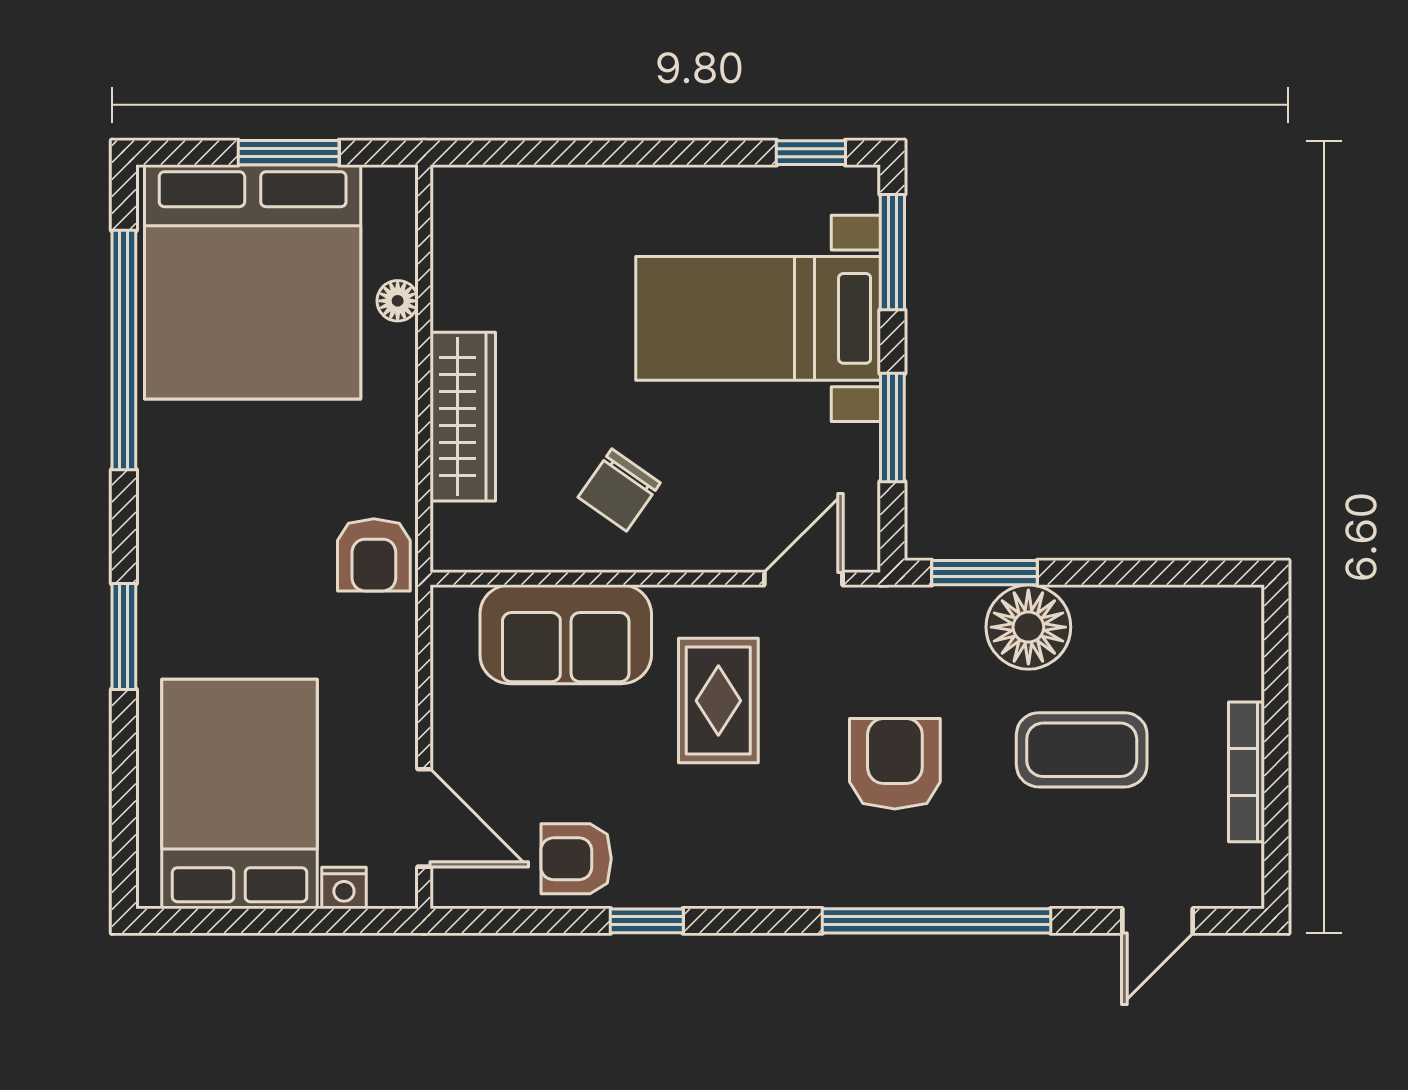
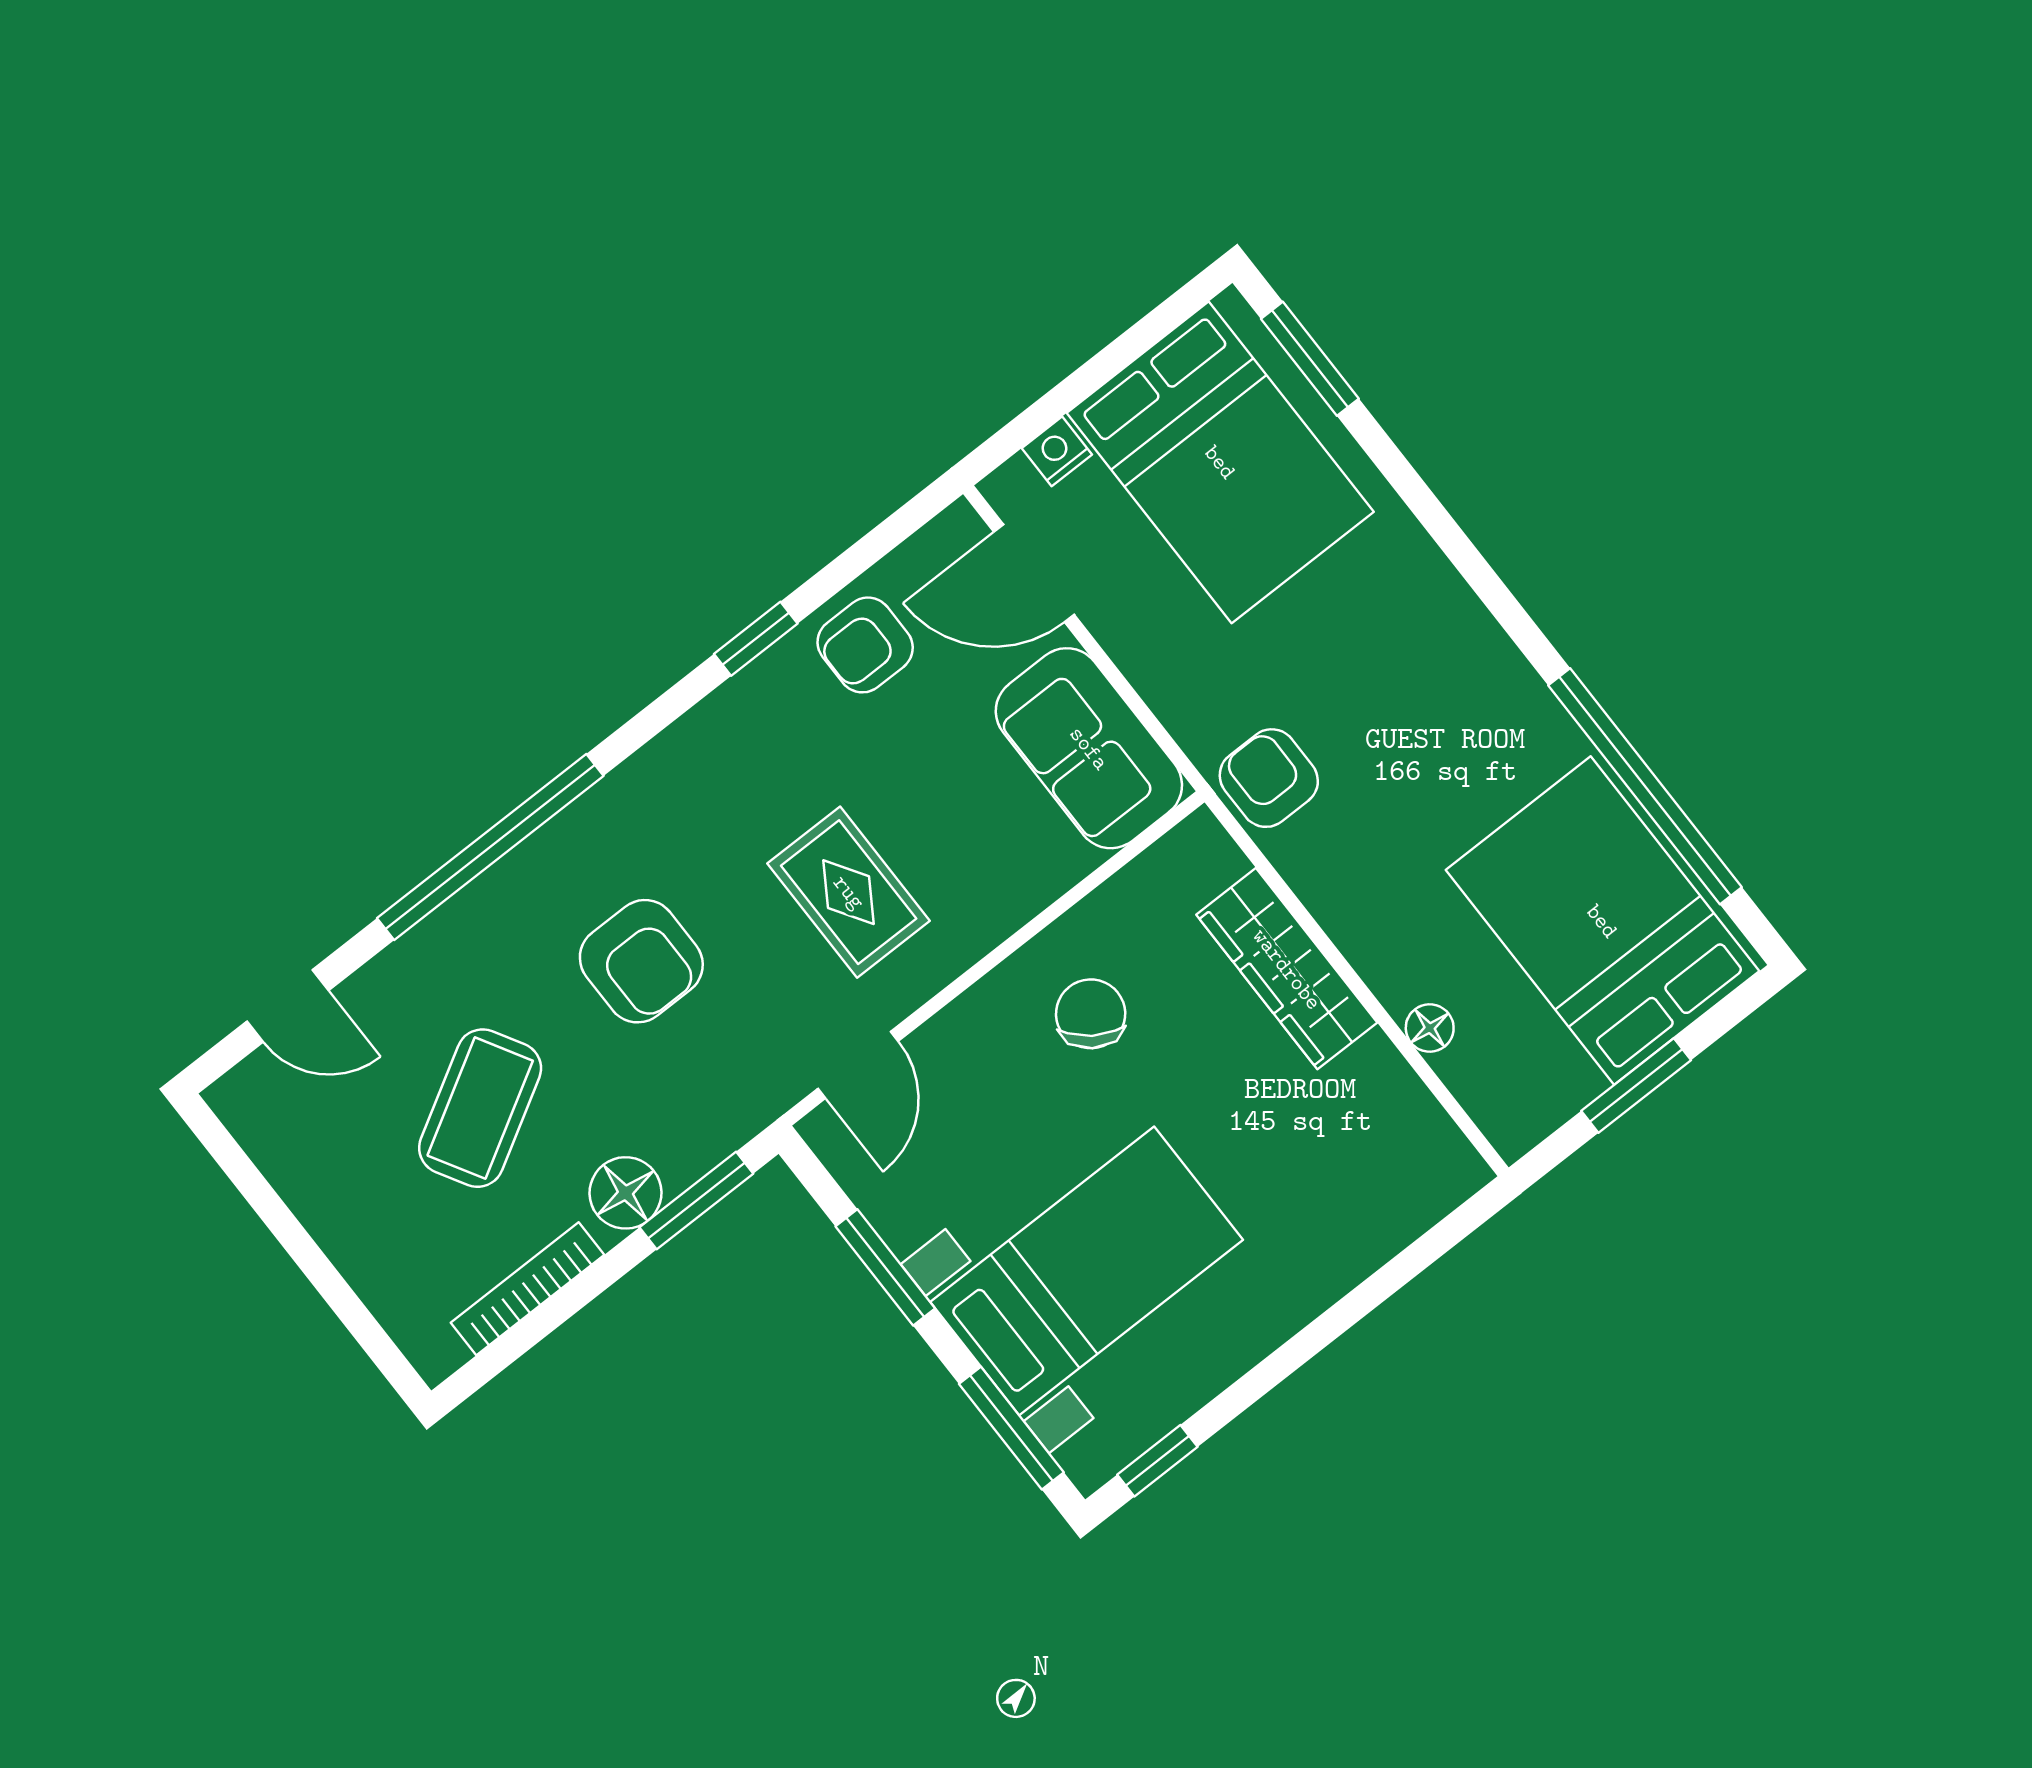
bed: (253, 282) -> (1602, 921), width x0.73
floor lamp: (1028, 627) -> (625, 1193), width x0.73, depth x0.73
sofa: (566, 634) -> (1089, 748), moved, turned -90
window: (124, 636) -> (1310, 359), moved
coffee table: (1082, 750) -> (480, 1108), turned -30
bookcase: (1247, 772) -> (527, 1289), moved, turned -90
armchair: (576, 859) -> (865, 645), turned 180
door: (1158, 921) -> (288, 1006), swing flipped

